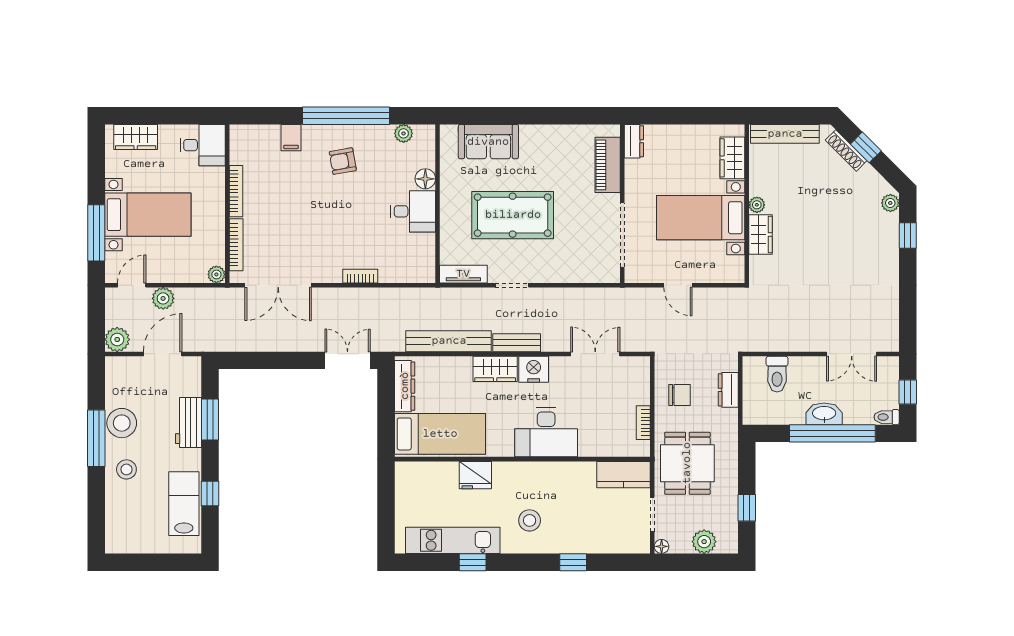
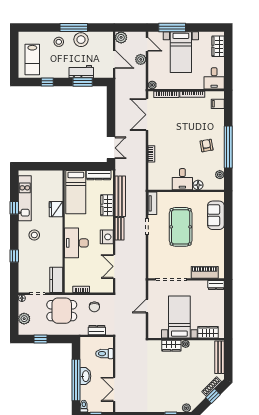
filing cabinet: (291, 138) -> (218, 104), moved
double door: (595, 354) -> (114, 266), swing flipped
wardrobe: (495, 369) -> (107, 205), moved
lab bench: (184, 504) -> (32, 59), moved, turned 90

